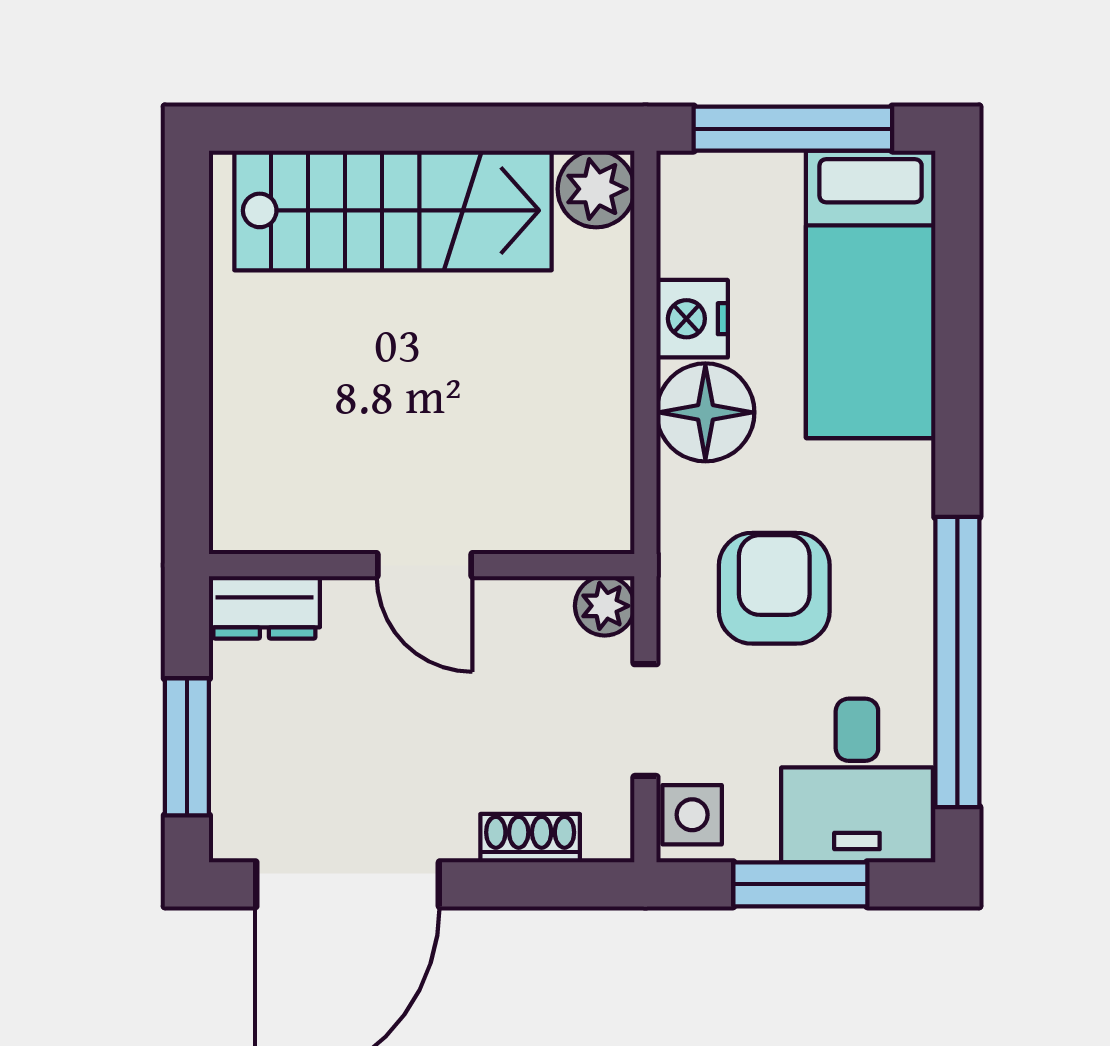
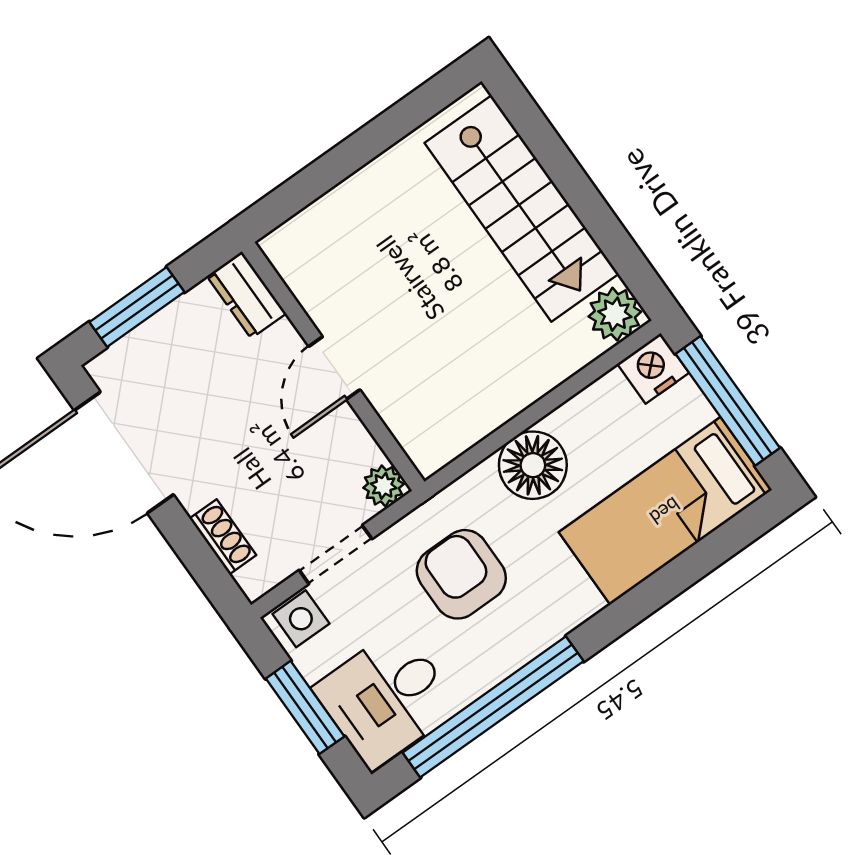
nightstand: (692, 319) -> (653, 368), moved
armchair: (774, 588) -> (461, 574), turned -90

